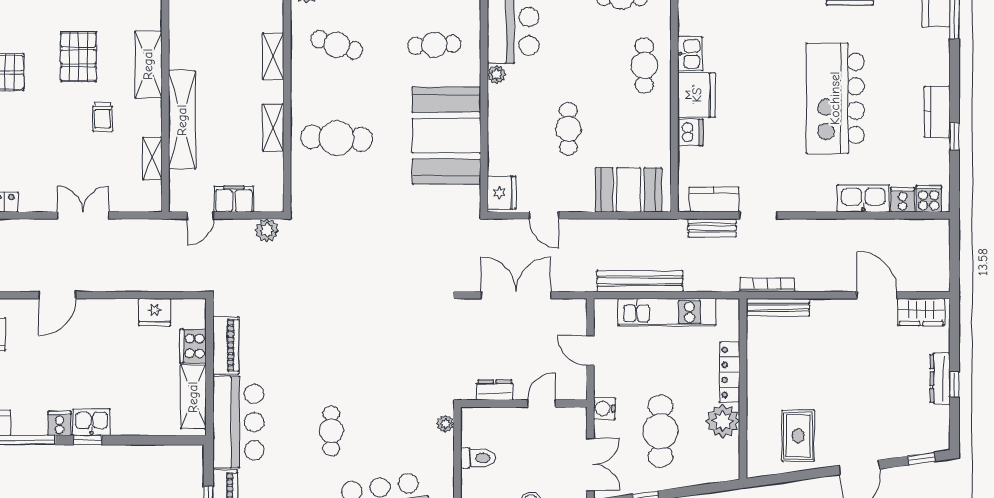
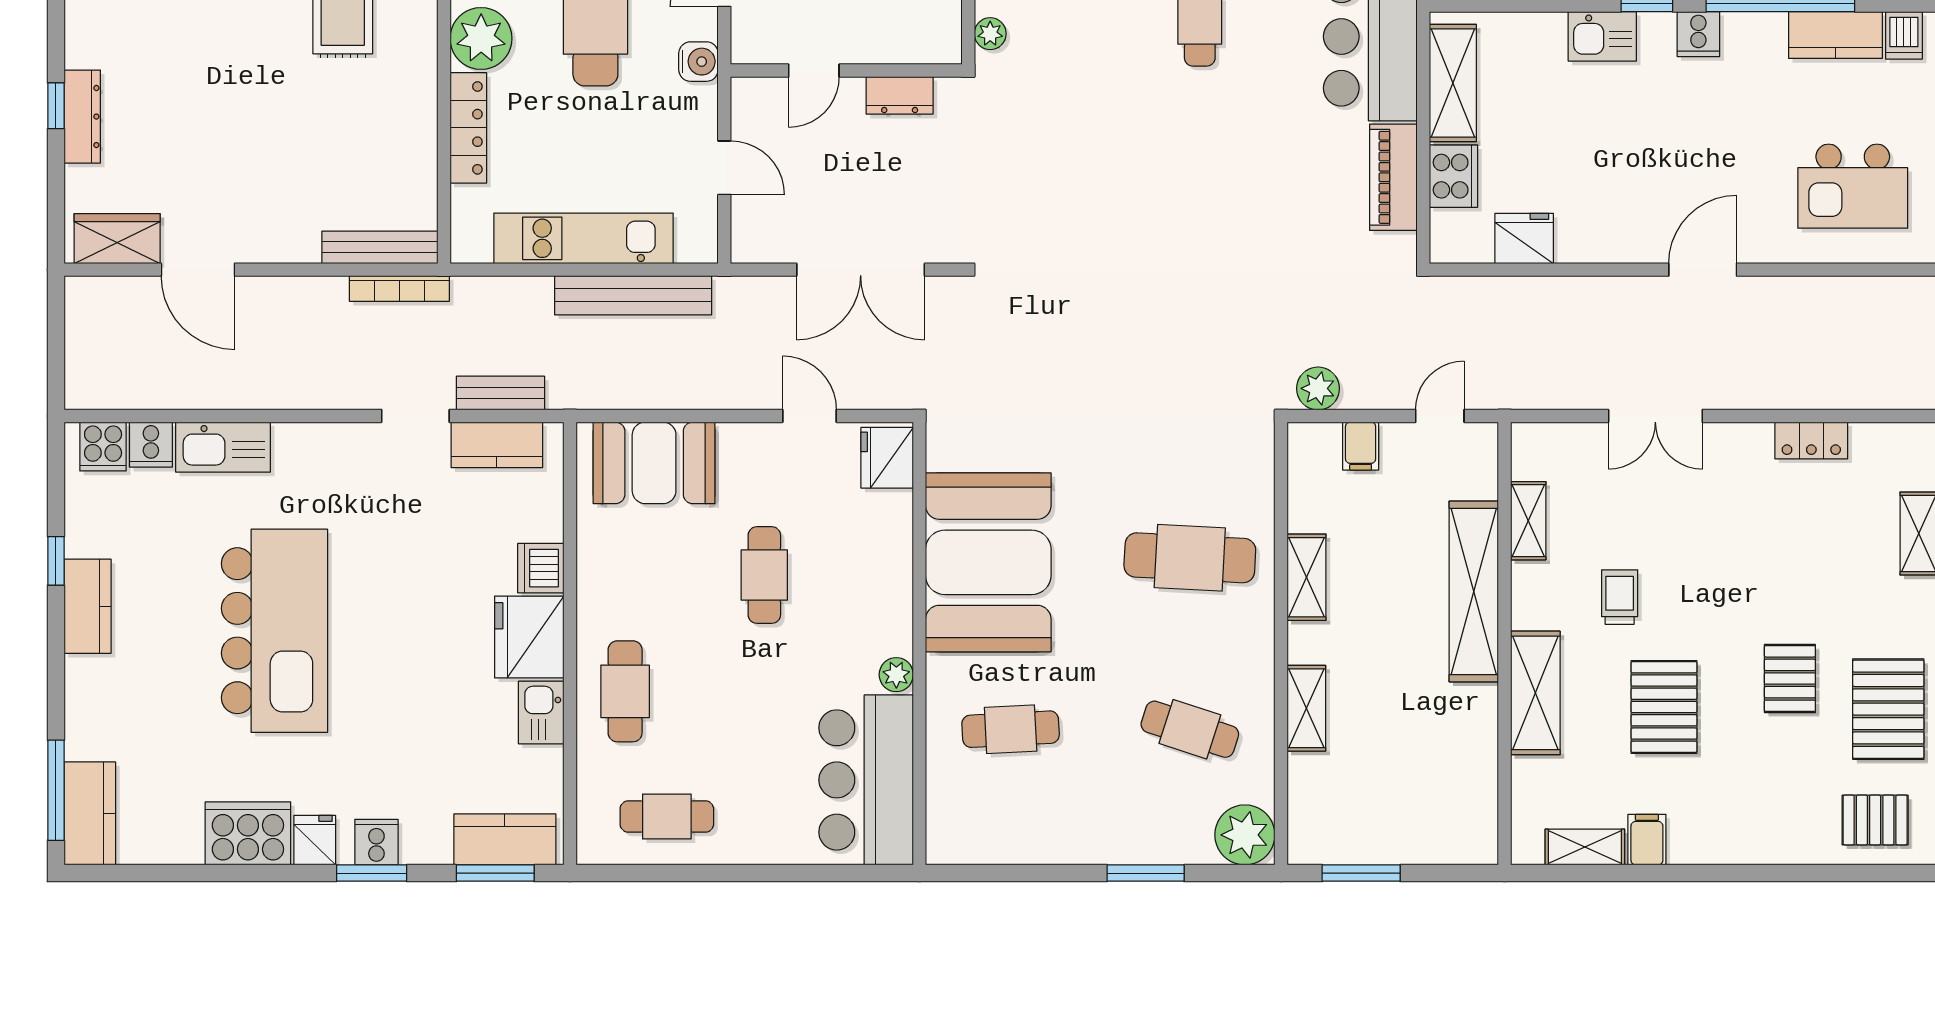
filing cabinet: (234, 199) -> (1361, 446), width x0.50
kitchen sink: (92, 422) -> (1602, 36), moved

